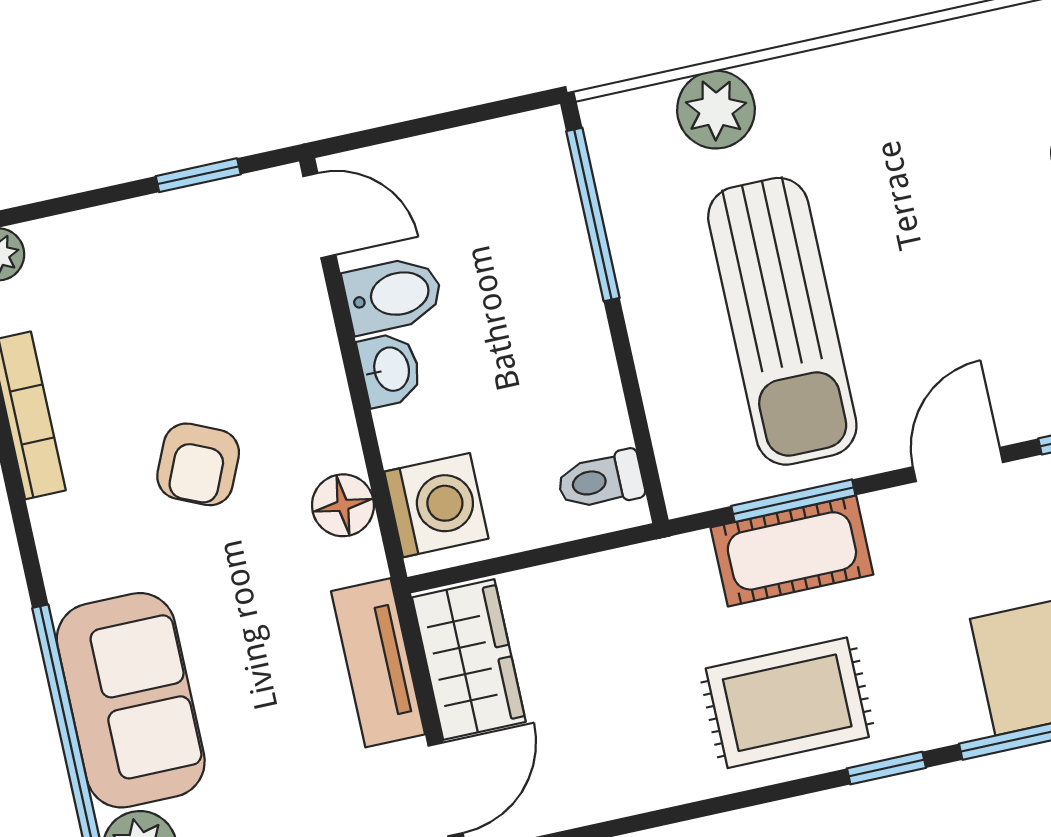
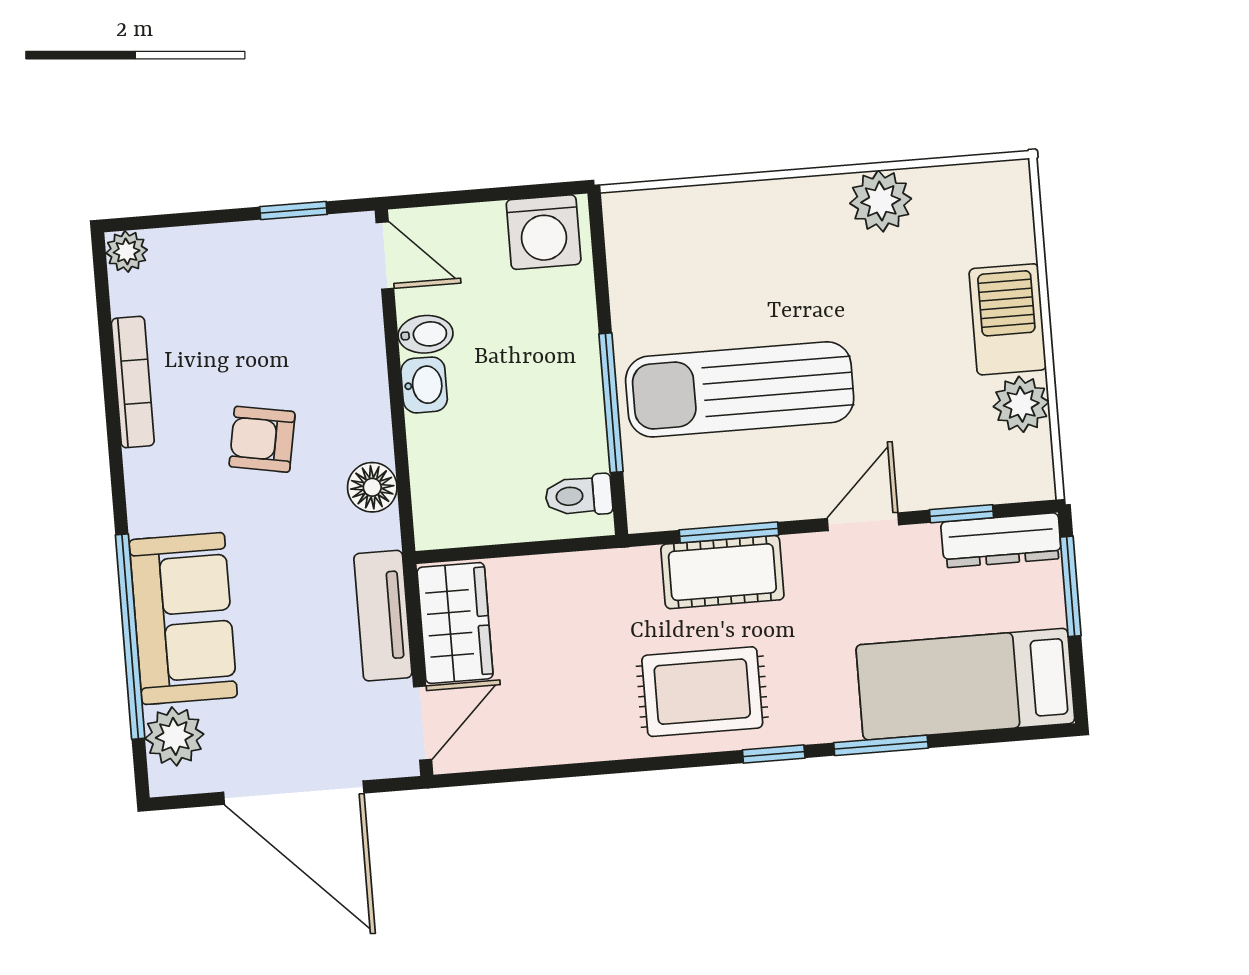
plant: (716, 110) -> (881, 201), moved
window: (593, 215) -> (611, 403), moved
bidet: (393, 295) -> (426, 334), width x0.72, depth x0.74
sun lounger: (782, 321) -> (740, 389), turned 90
armchair: (198, 464) -> (262, 439), turned 76
washing machine: (436, 505) -> (544, 232), moved, turned 90

